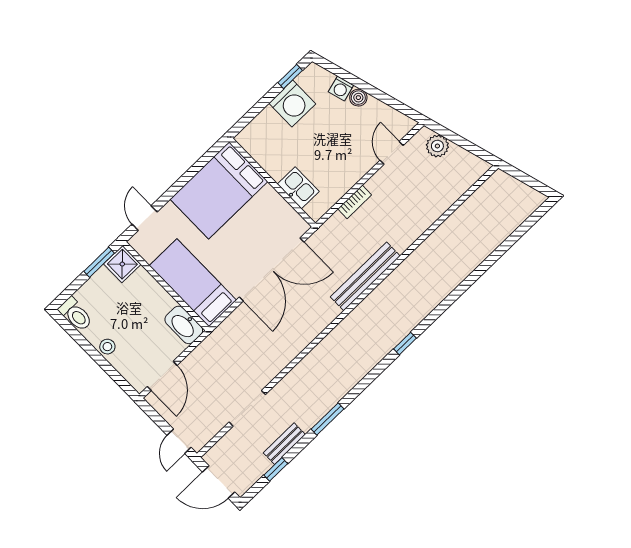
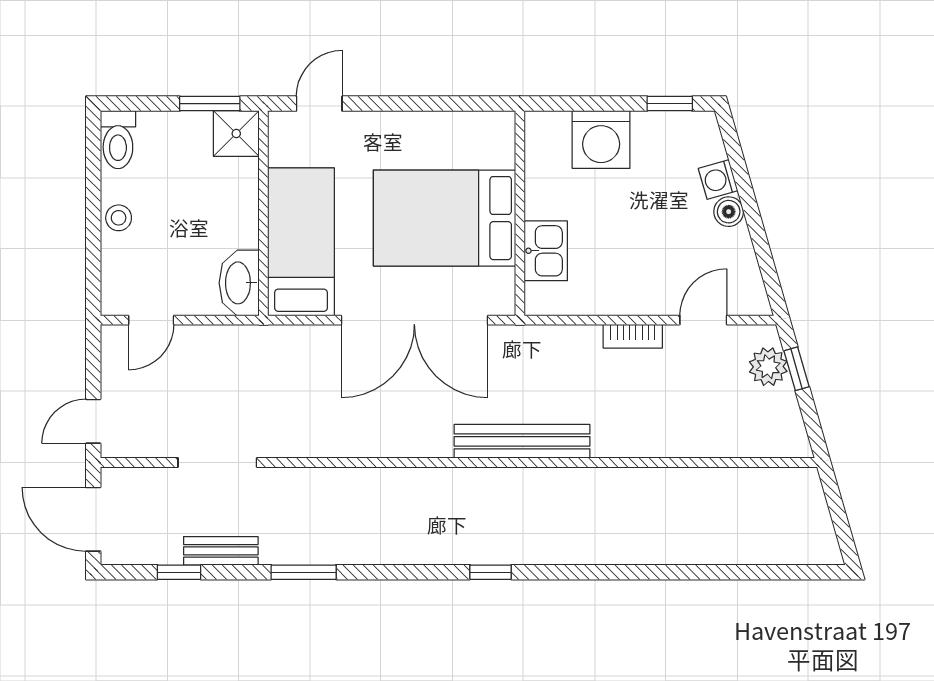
washing machine: (292, 104) -> (601, 140), moved
window: (450, 135) -> (797, 369), added
bed: (219, 190) -> (444, 218), moved
bookcase: (355, 202) -> (633, 336), moved
door: (162, 376) -> (151, 320), width x0.73

